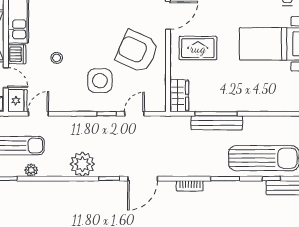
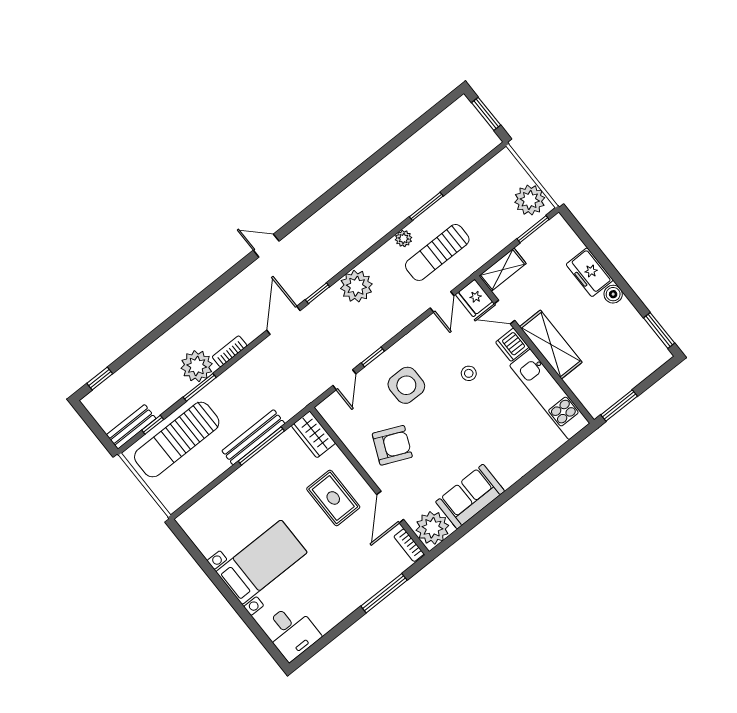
rug: (198, 48) -> (333, 498), turned 90
armchair: (137, 51) -> (392, 445), width x0.73, depth x0.73
plant: (217, 193) -> (197, 366), added

